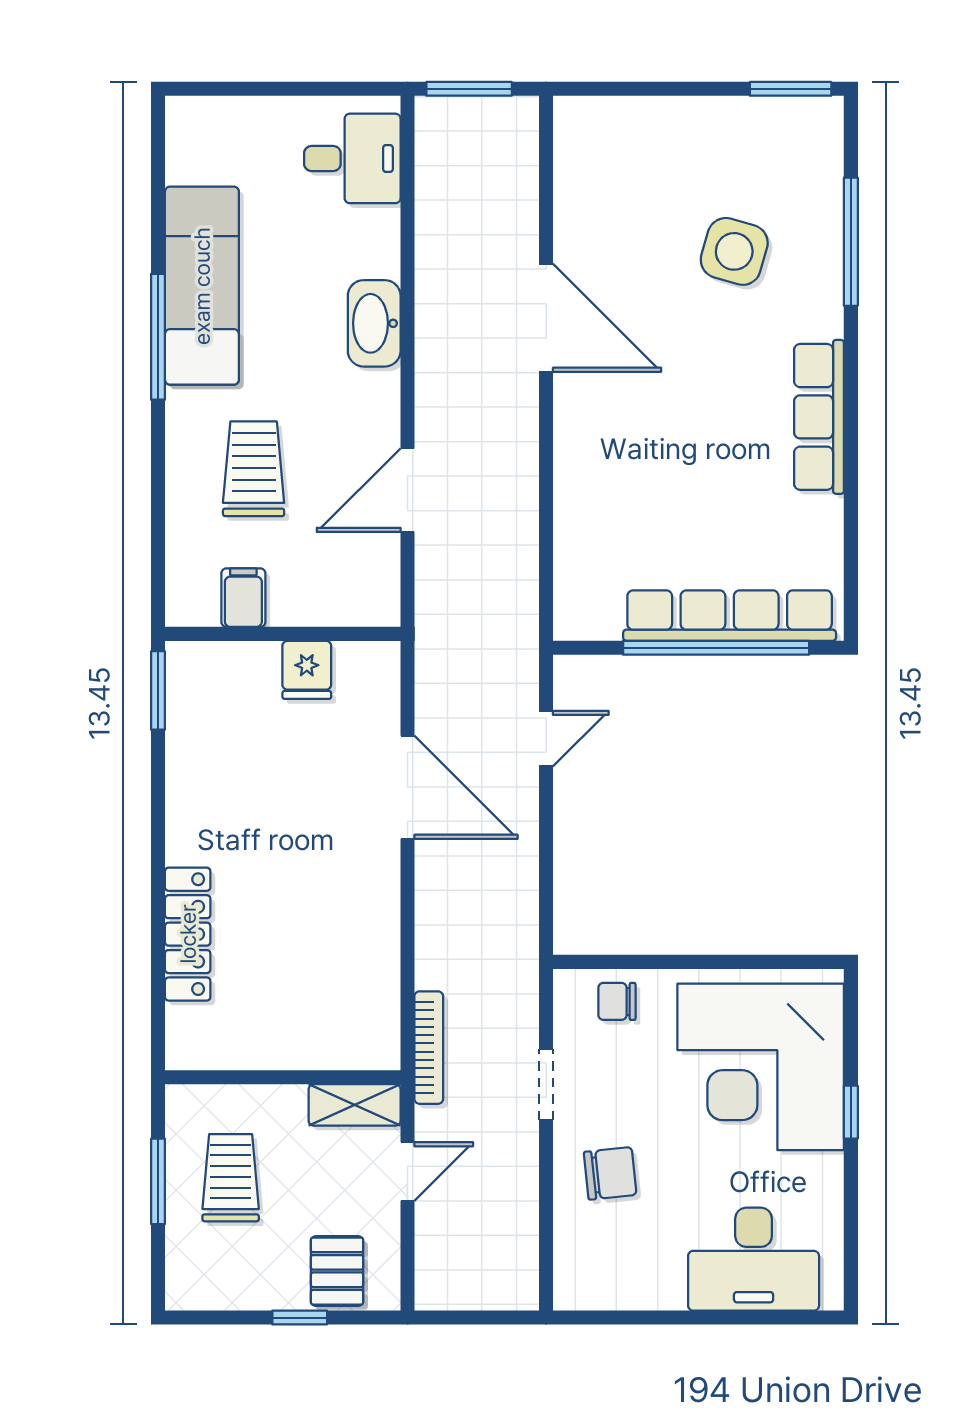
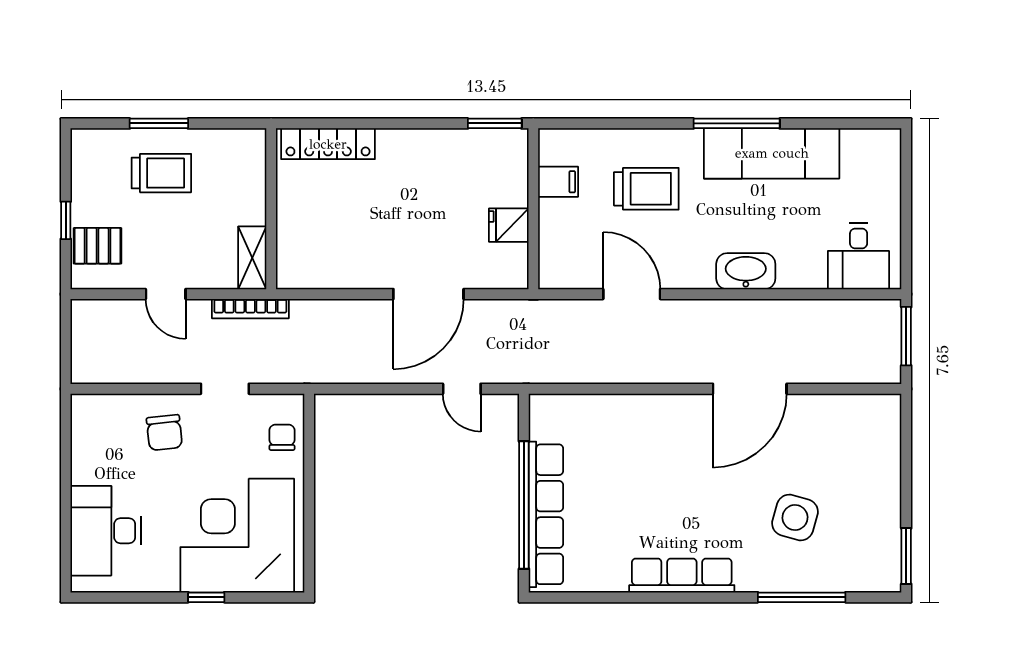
wall: (283, 1077) -> (271, 209), moved
shelving: (355, 1105) -> (252, 258), moved

